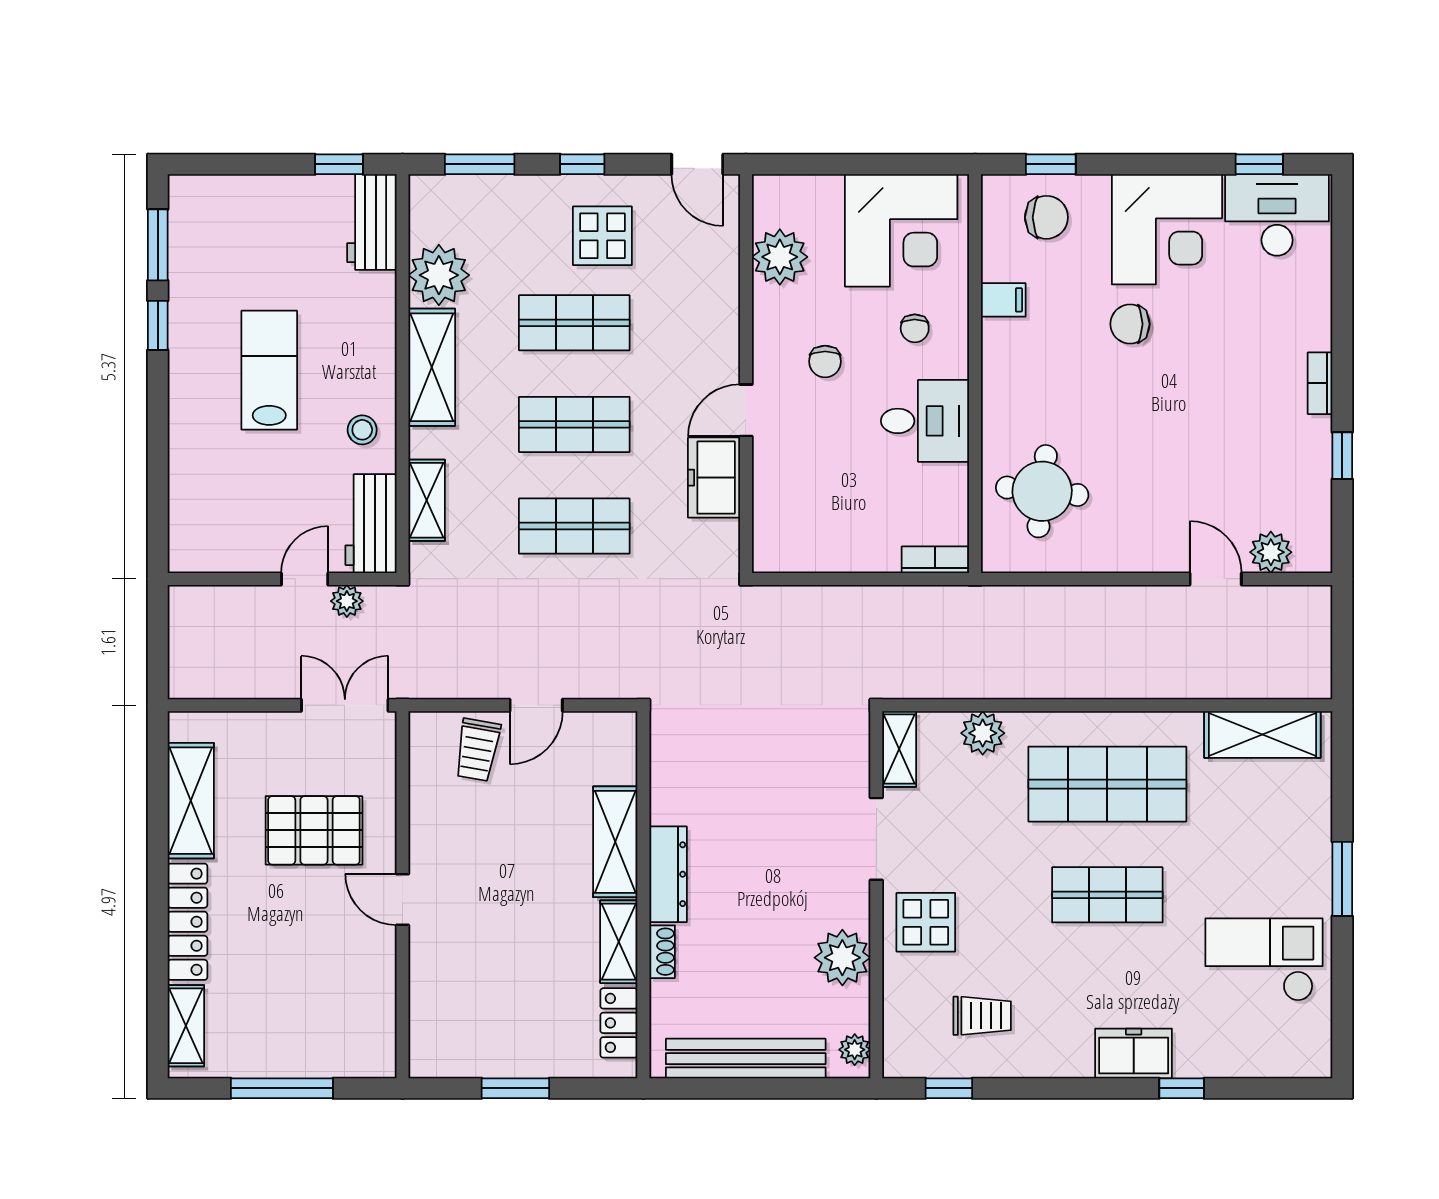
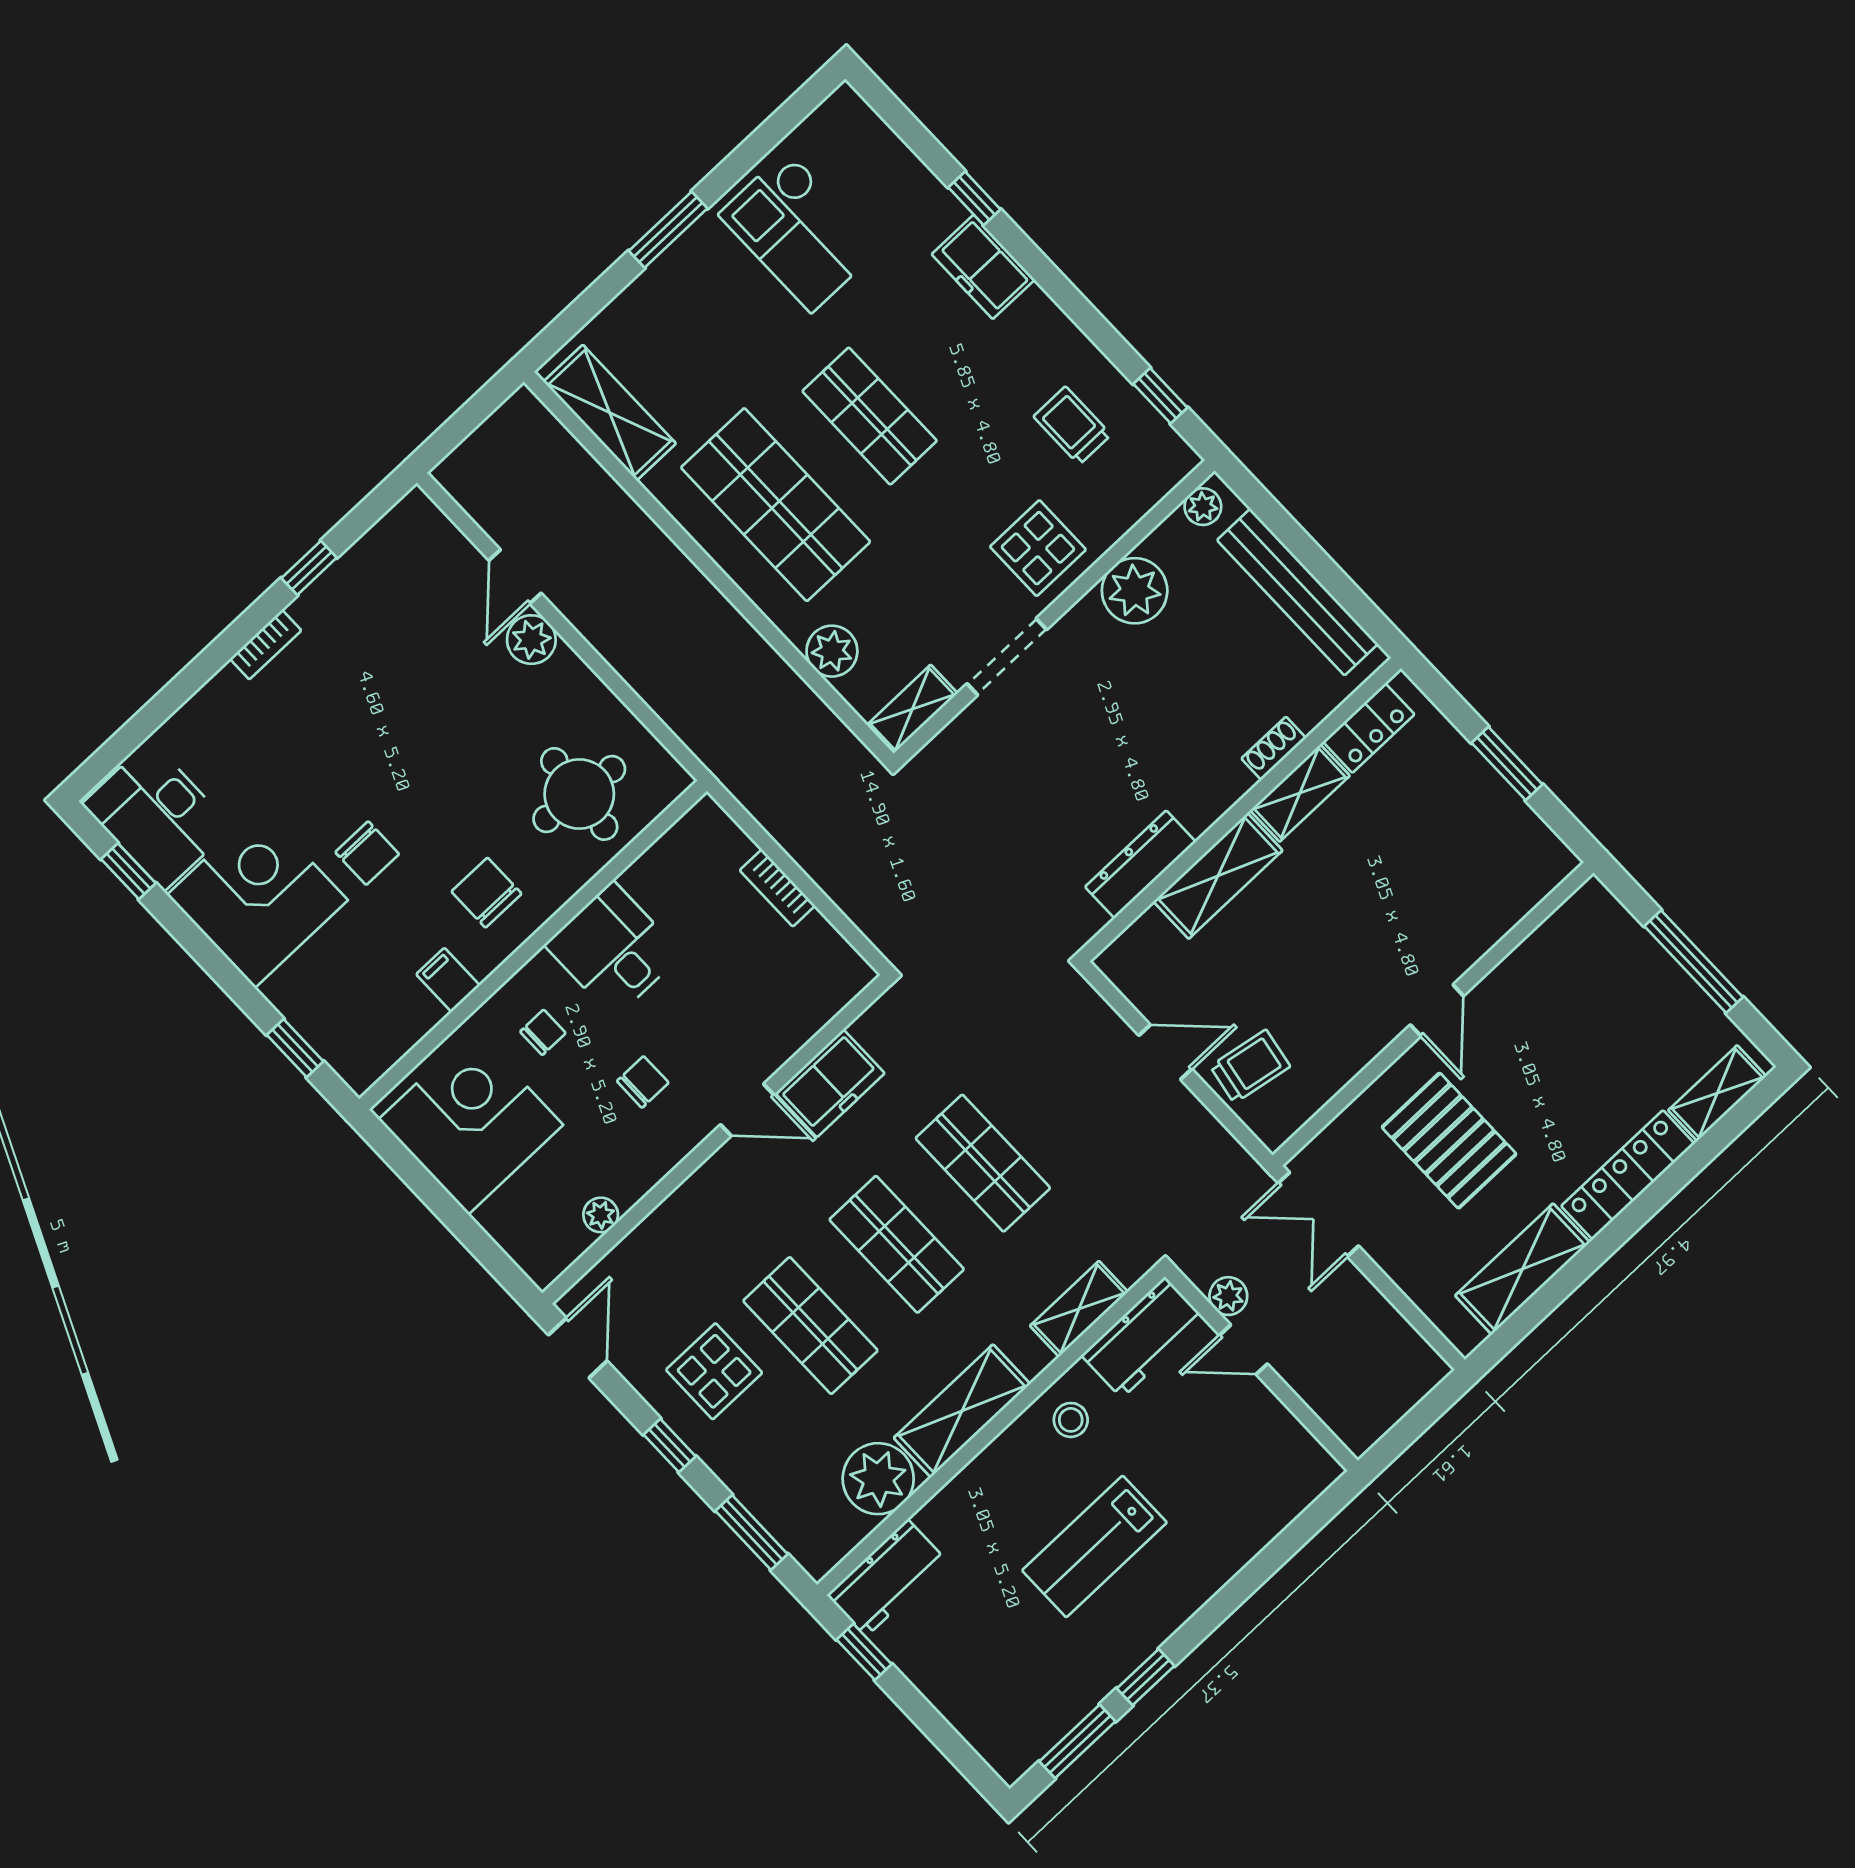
chair: (1046, 217) -> (486, 893), moved
plant: (780, 257) -> (601, 1215), width x0.53, depth x0.53
plant: (1271, 552) -> (531, 640), moved
bookcase: (935, 560) -> (777, 888), moved
dresser: (668, 874) -> (1140, 864), moved

